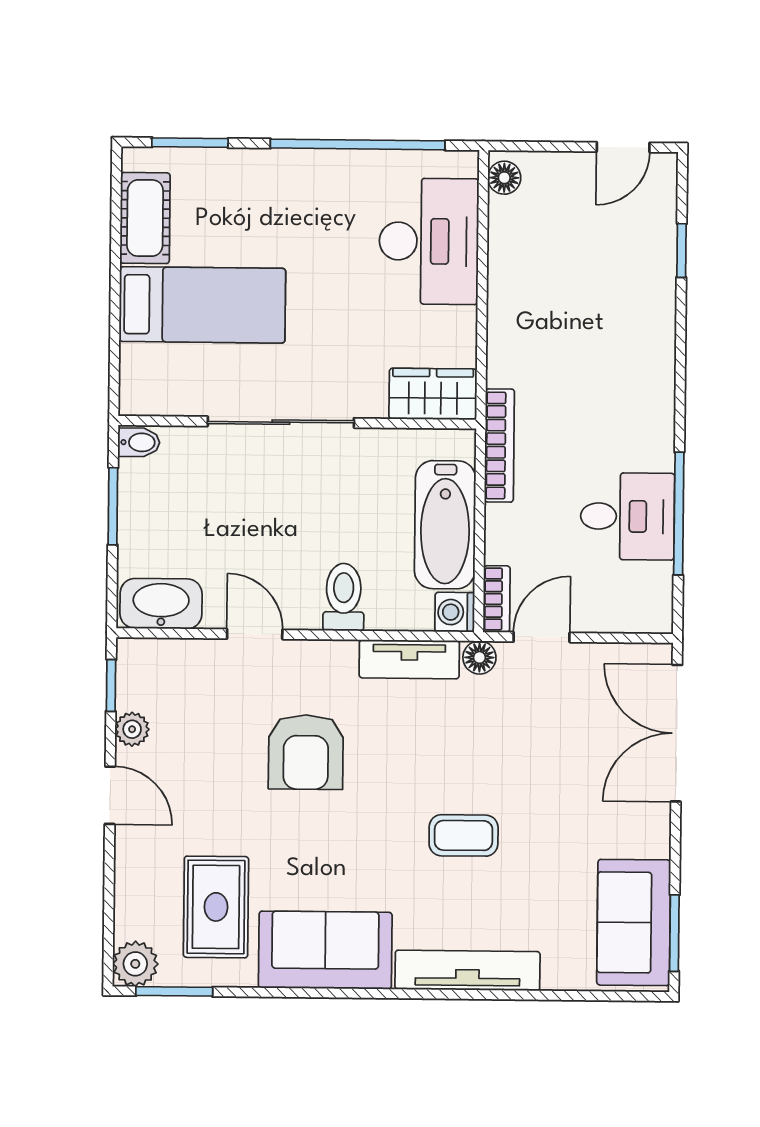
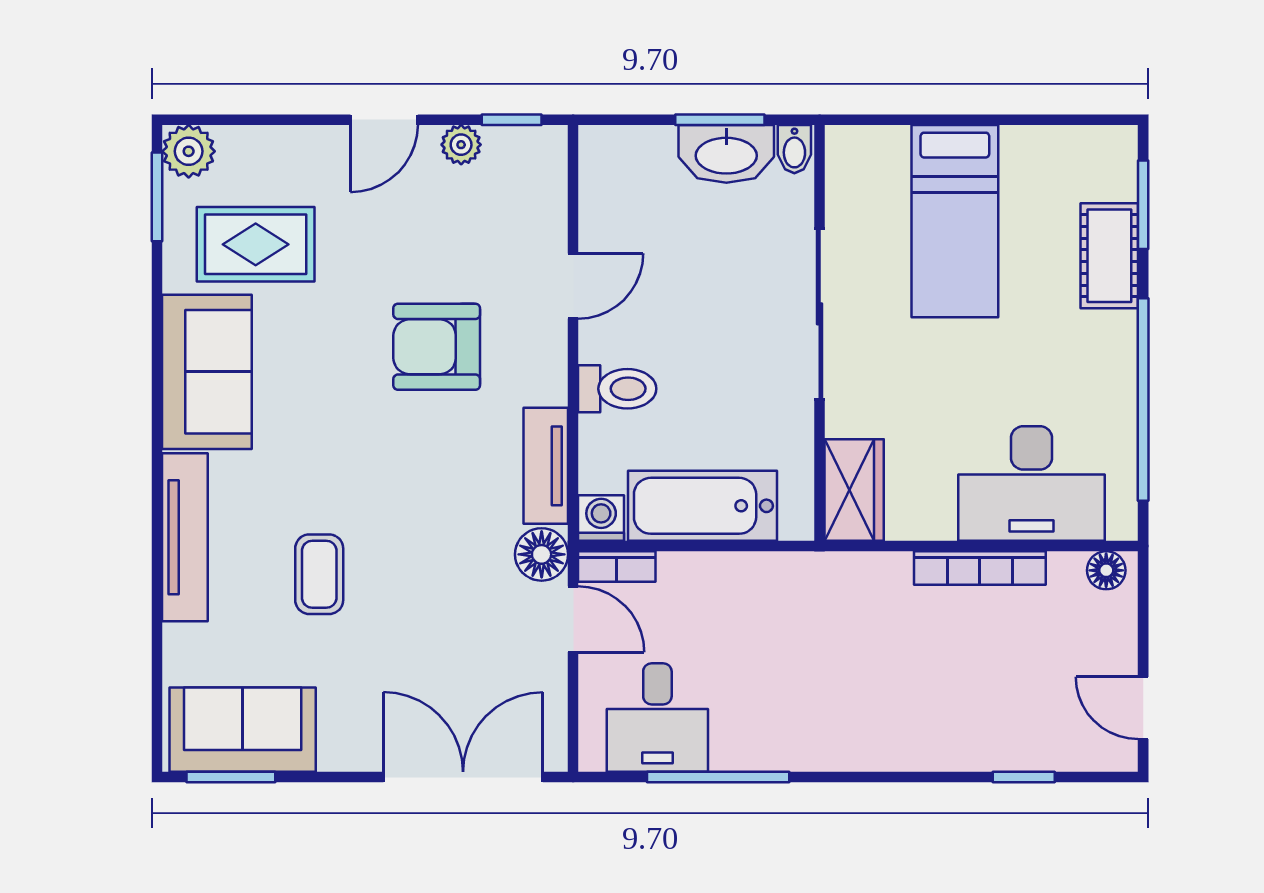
cot: (145, 218) -> (1109, 256), moved, turned 90
bookcase: (499, 446) -> (980, 568), moved
desk: (628, 516) -> (657, 718), moved
washbasin: (161, 604) -> (726, 154), moved, turned 90
floor lamp: (479, 657) -> (542, 554), width x1.37, depth x1.37
coffee table: (464, 835) -> (319, 574), moved

